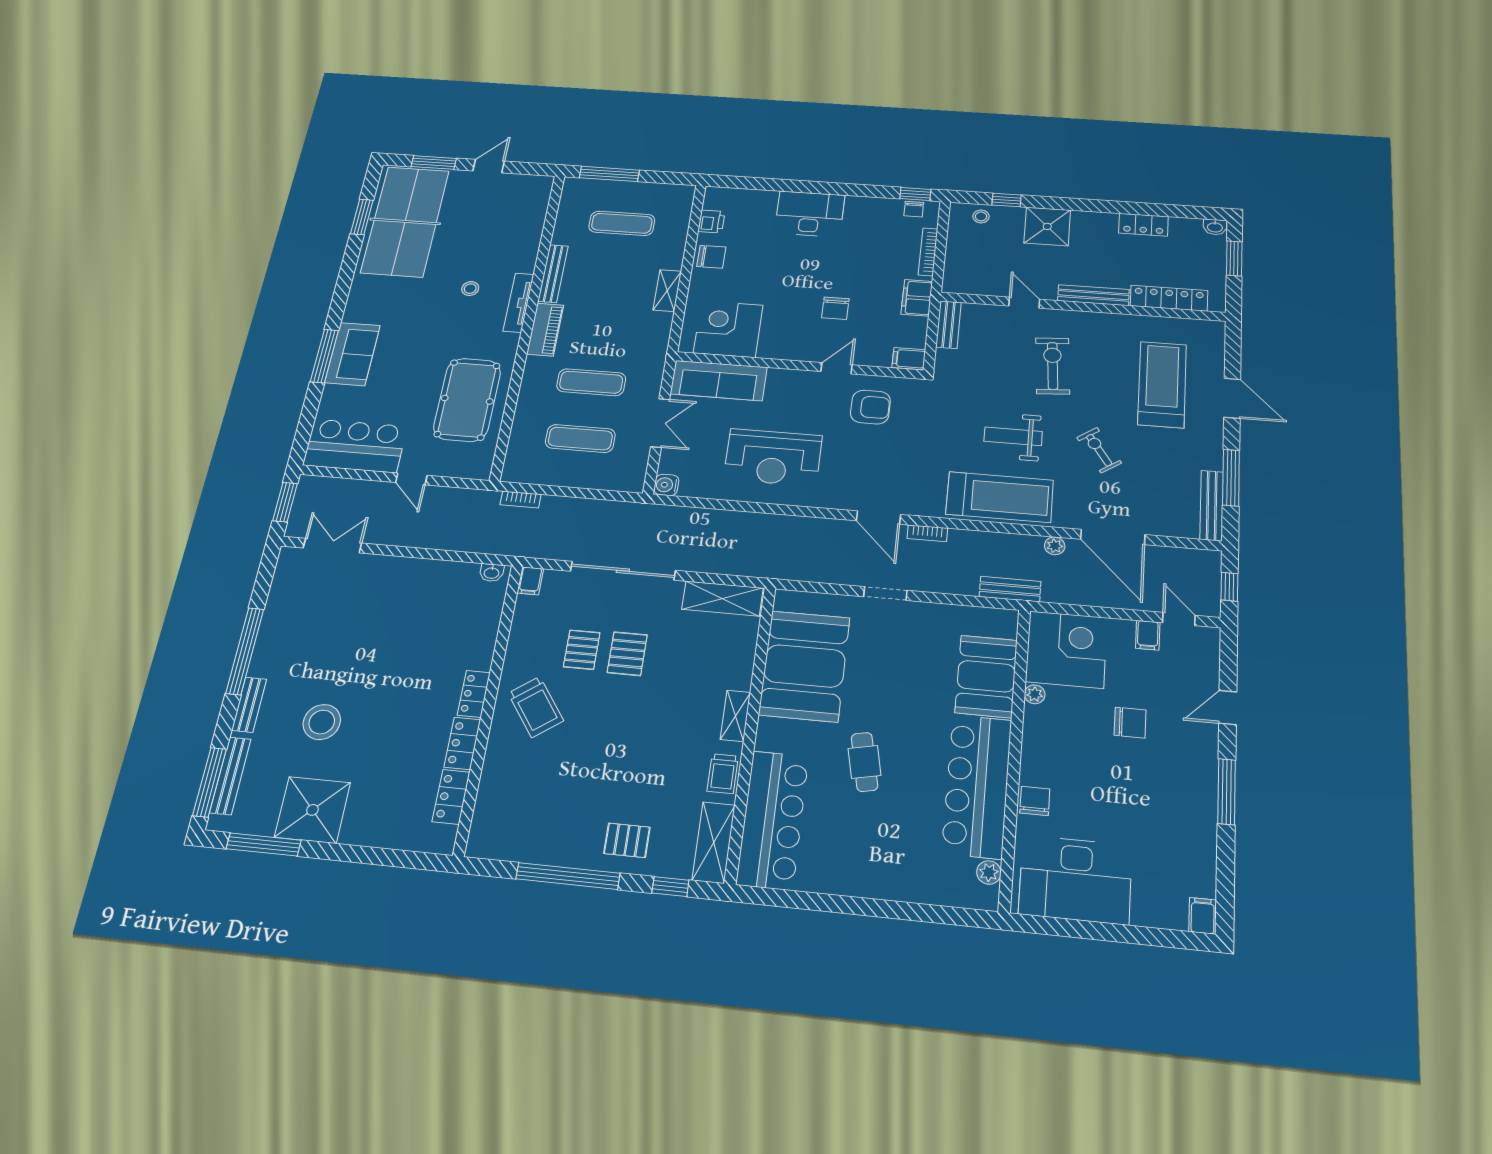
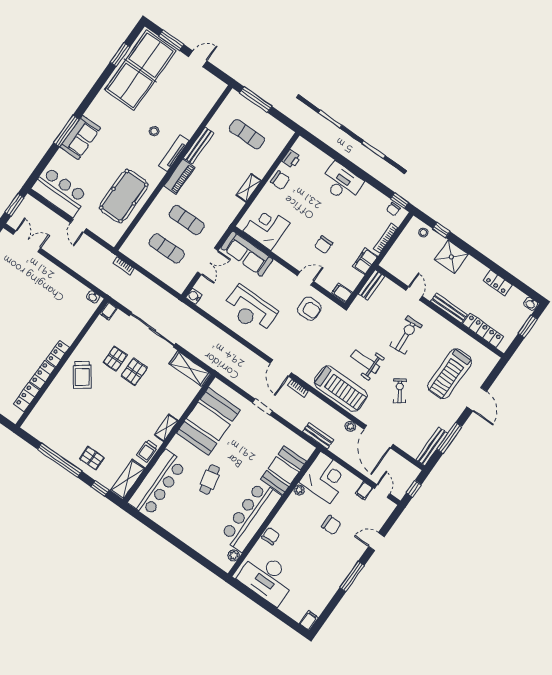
treadmill: (1162, 384) -> (450, 374), turned 180

